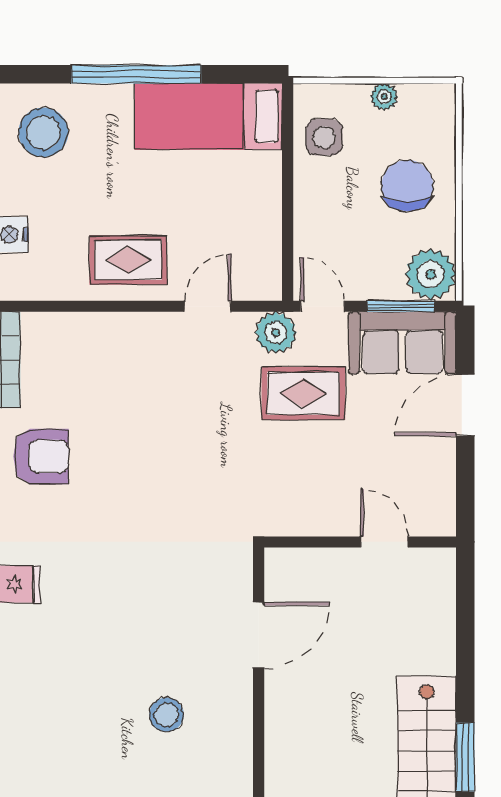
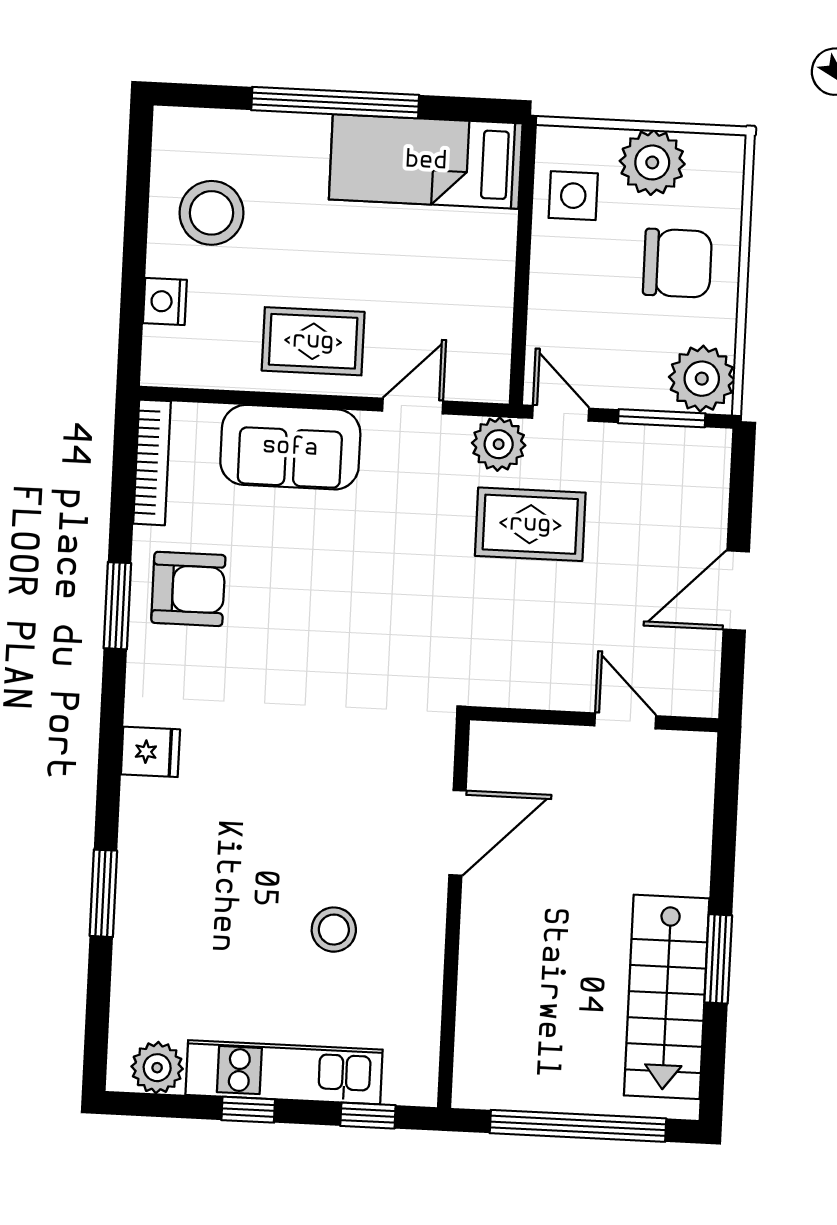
plant: (384, 97) -> (652, 162), width x1.87, depth x1.87
stool: (43, 132) -> (212, 213), moved
chair: (407, 186) -> (677, 263), turned 90
sofa: (403, 343) -> (290, 447), moved
door: (465, 405) -> (736, 591), moved
window: (465, 757) -> (718, 959), moved

